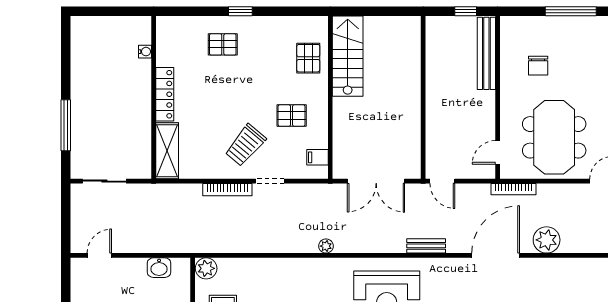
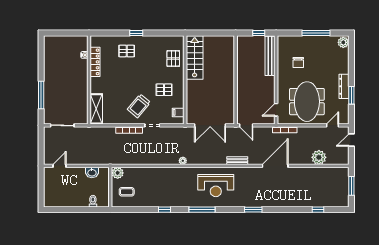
locker: (165, 94) -> (95, 62), moved
plant: (547, 240) -> (319, 157), moved

